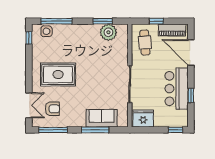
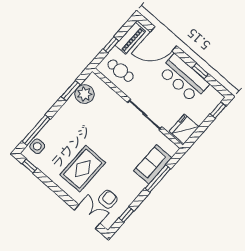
window: (53, 130) -> (126, 214), width x0.46

